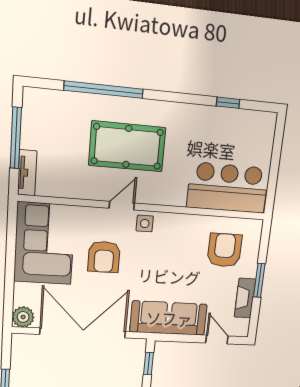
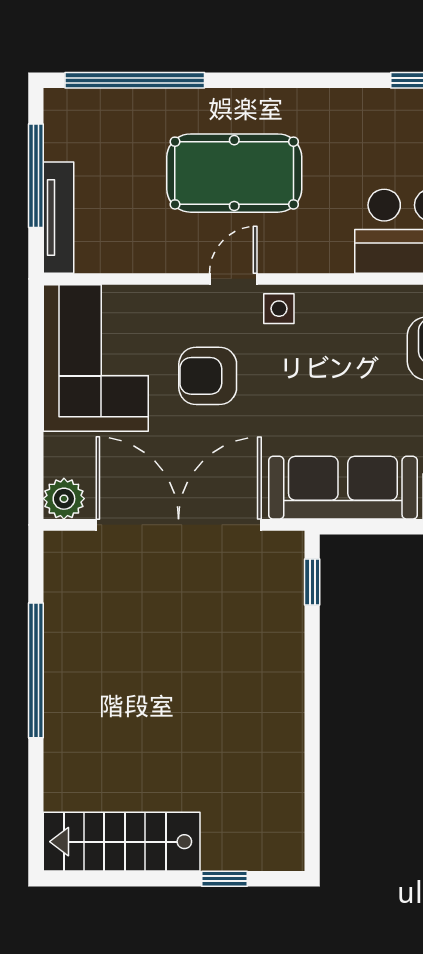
window: (104, 90) -> (135, 80), moved
tv unit: (27, 173) -> (59, 218), width x1.41
armchair: (104, 257) -> (208, 376), turned 90

